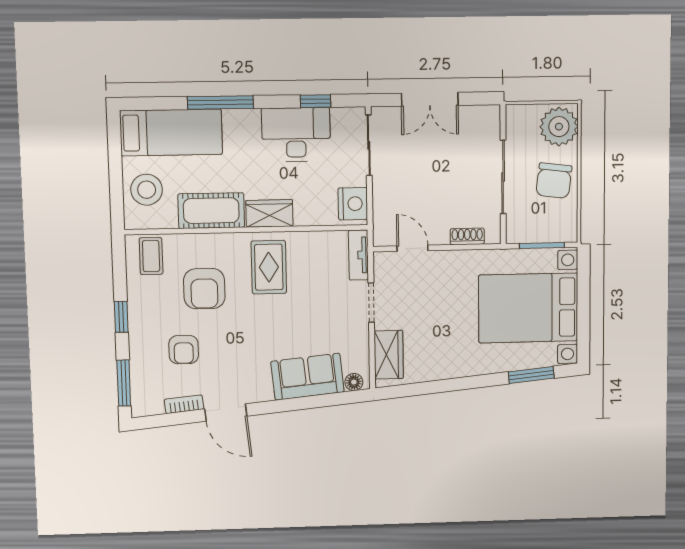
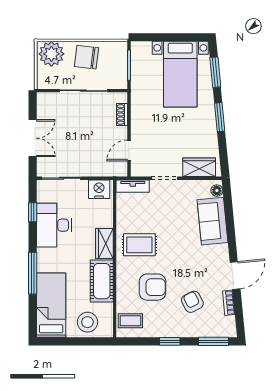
chair: (554, 181) -> (86, 57), turned 180
bed with nightstands: (528, 308) -> (180, 74), width x0.73
armchair: (184, 350) -> (192, 302), turned -117
window: (464, 383) -> (220, 117), added

